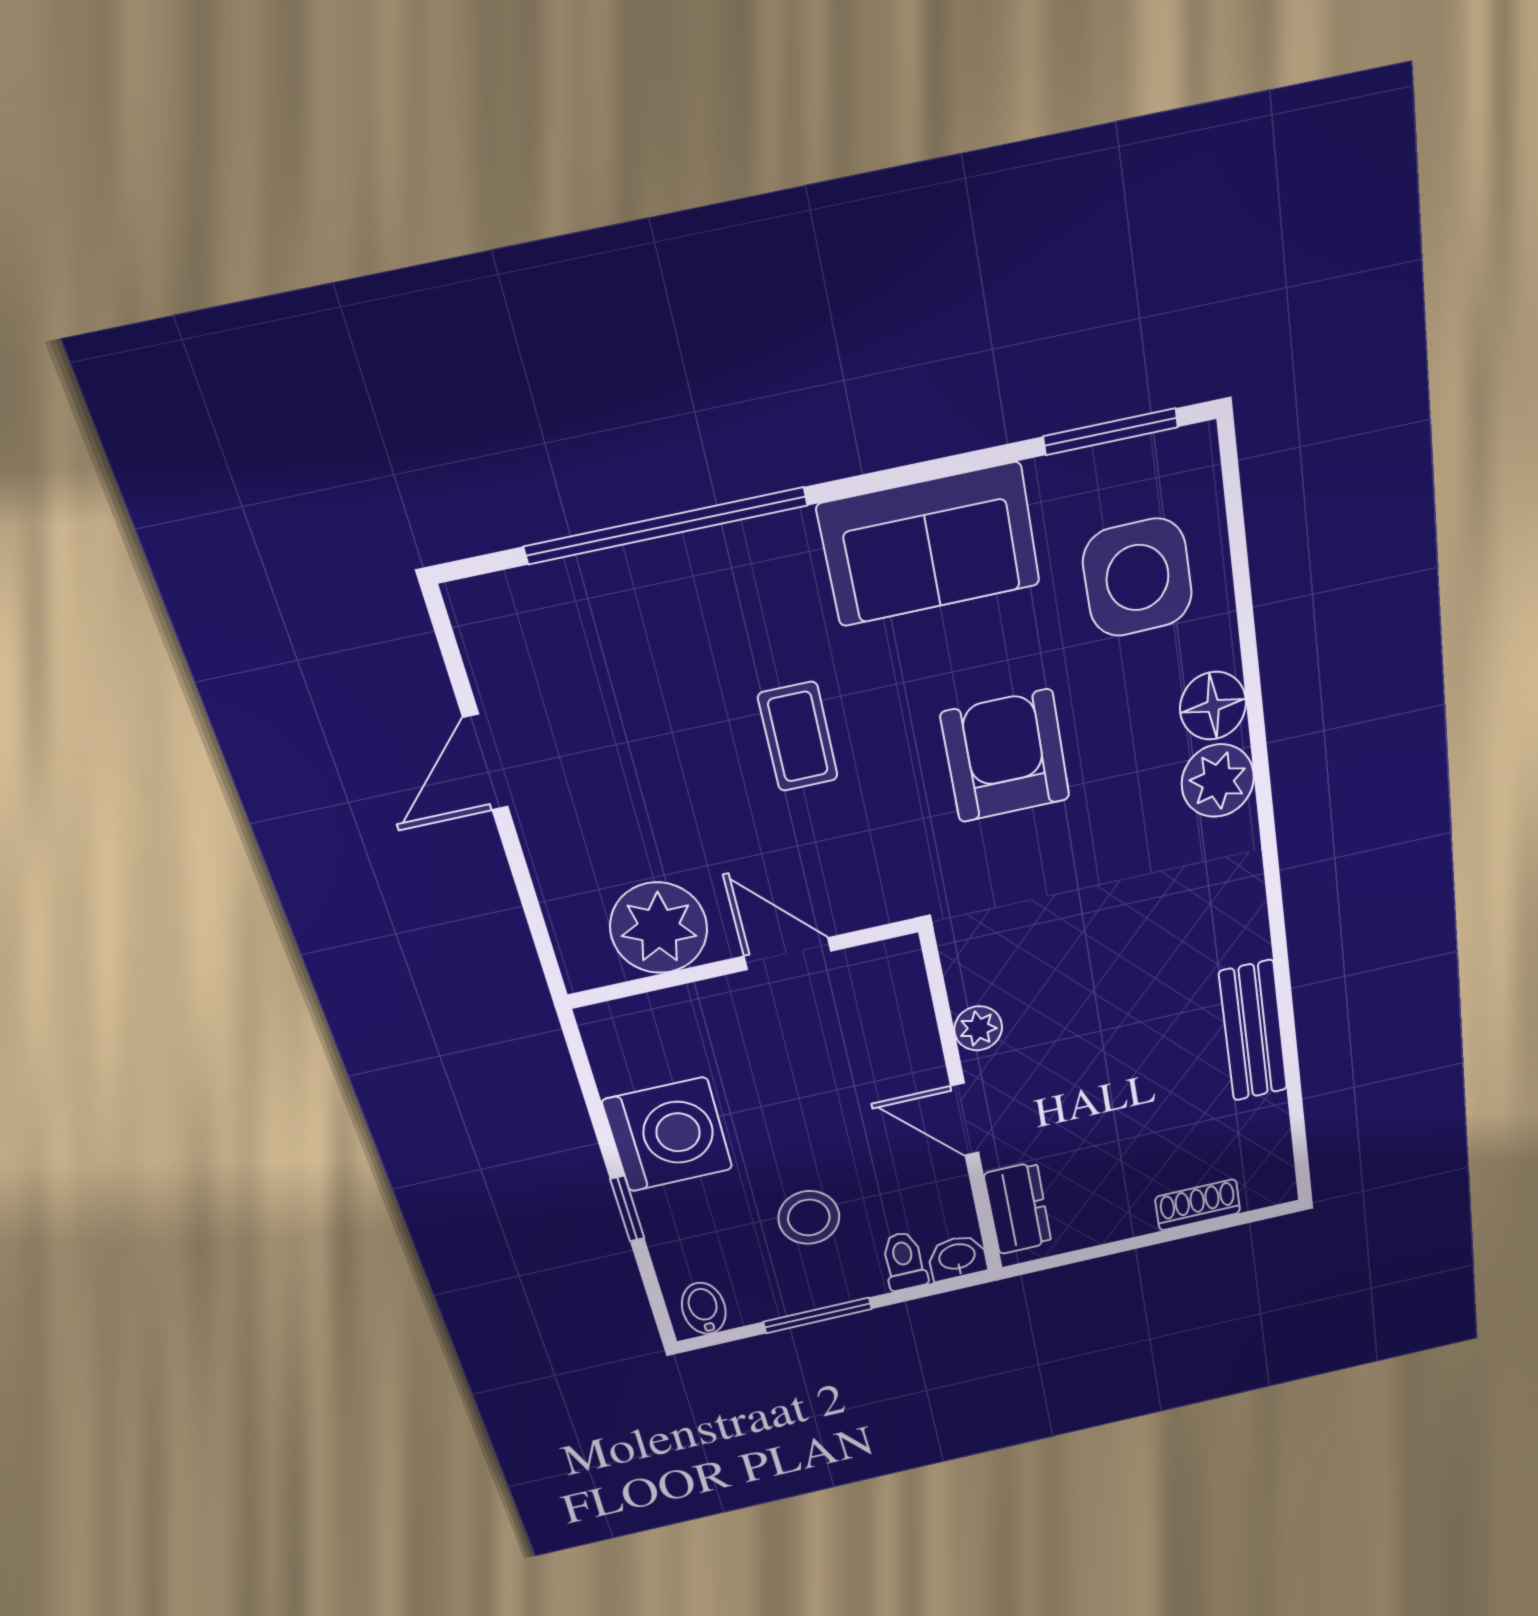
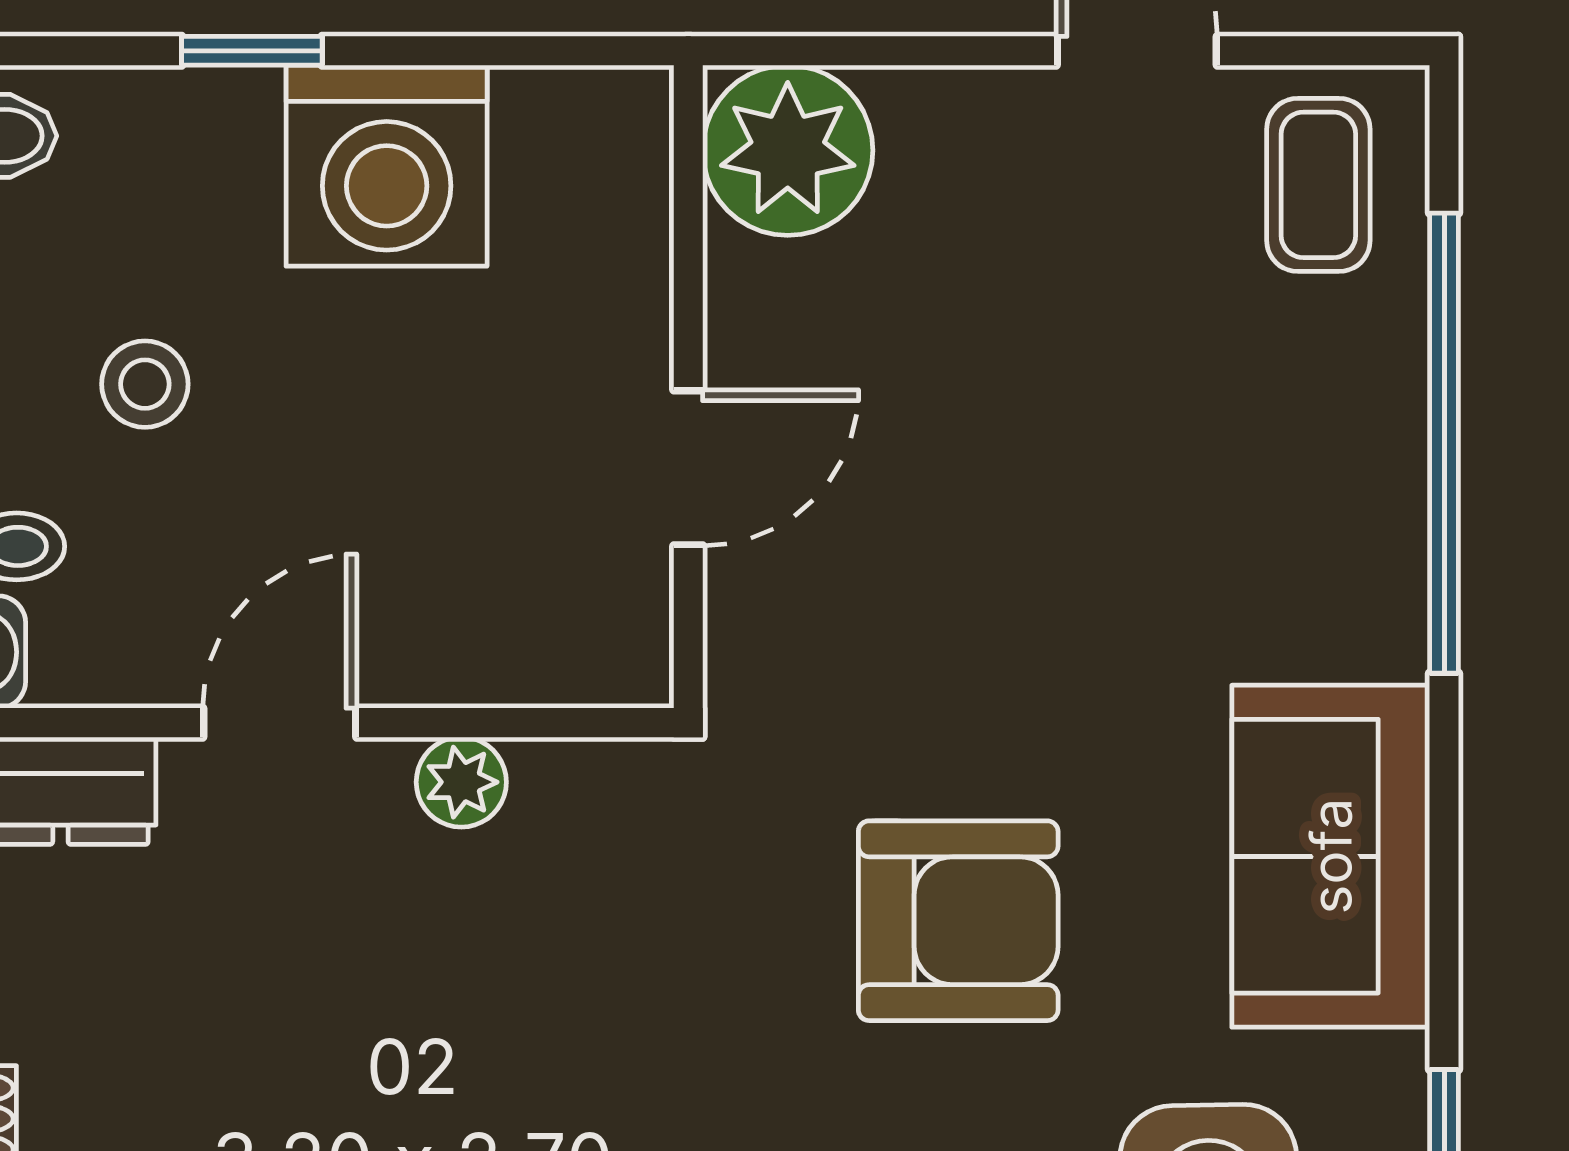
coffee table: (798, 737) -> (1318, 185), moved, turned 90
plant: (659, 928) -> (788, 150), moved
stool: (809, 1218) -> (145, 384), width x0.73, depth x0.73

